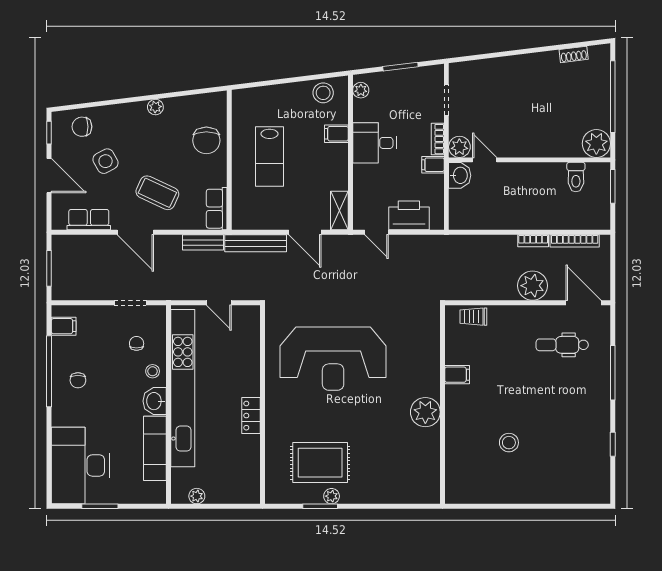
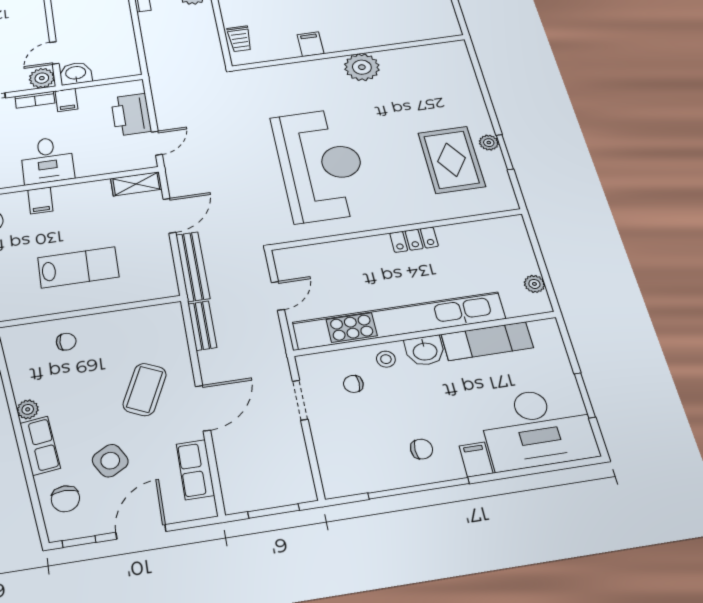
chair: (206, 140) -> (66, 342), width x0.54, depth x0.54
row of seats: (217, 209) -> (40, 446), moved, turned -97
filing cabinet: (64, 326) -> (476, 460), moved

